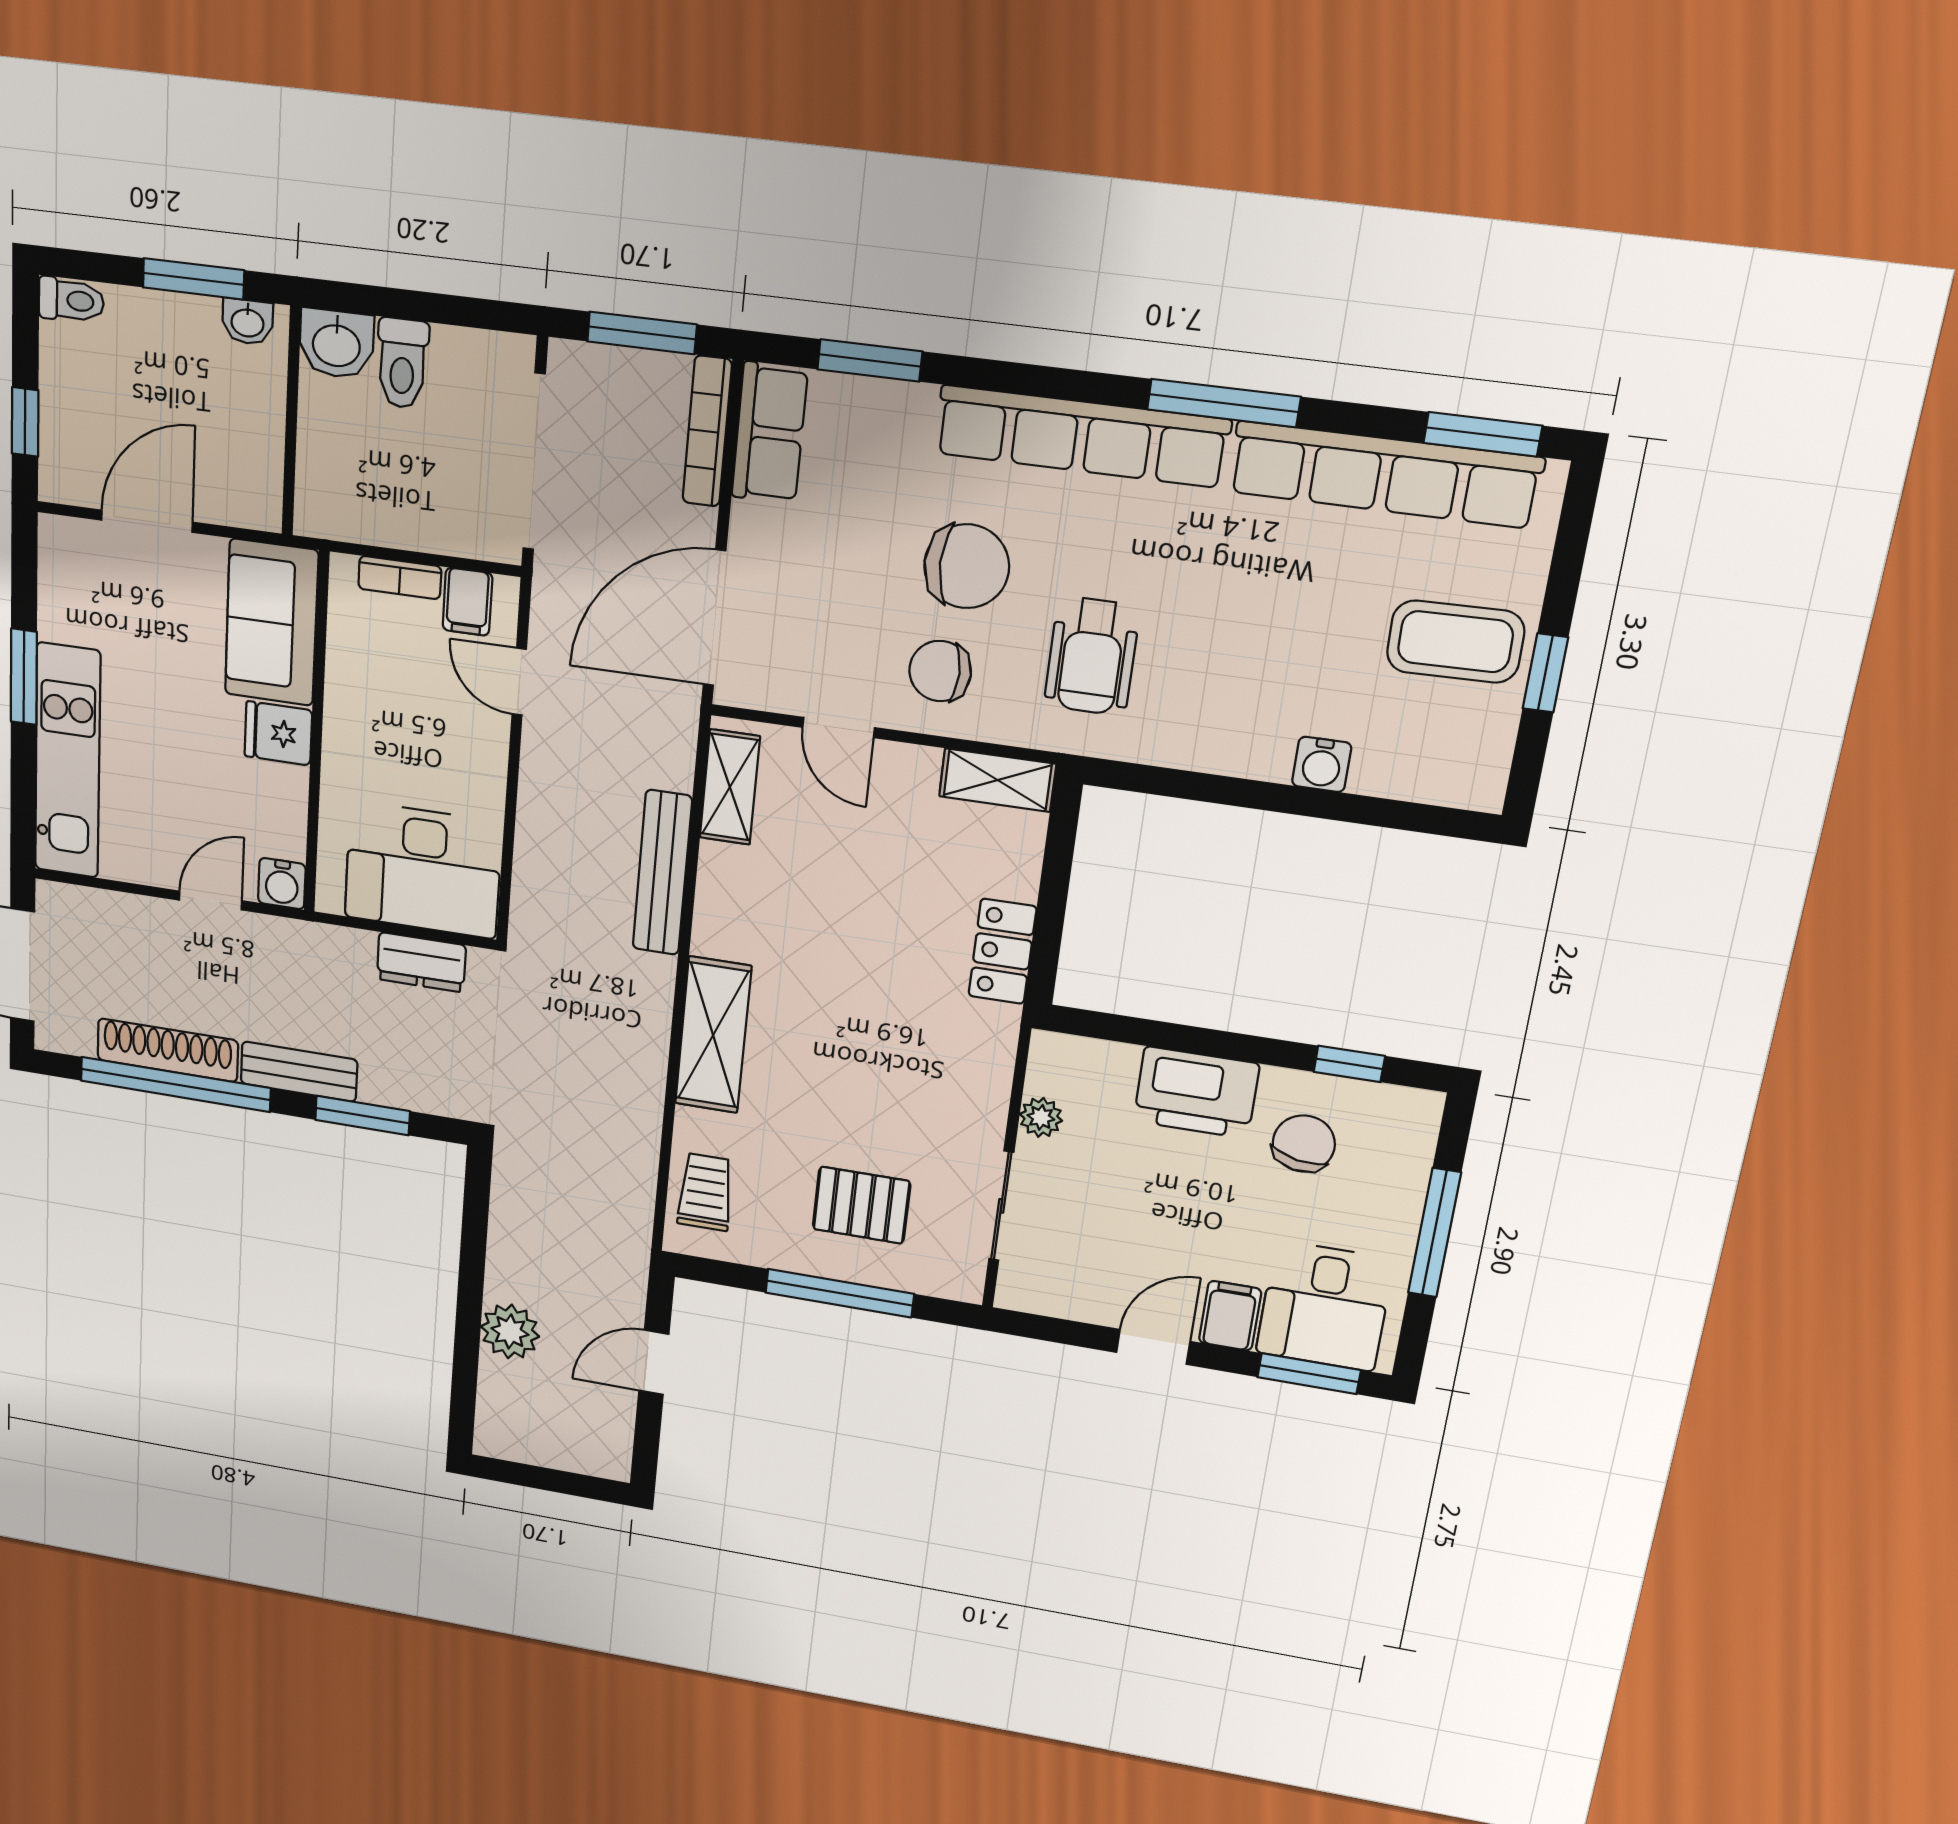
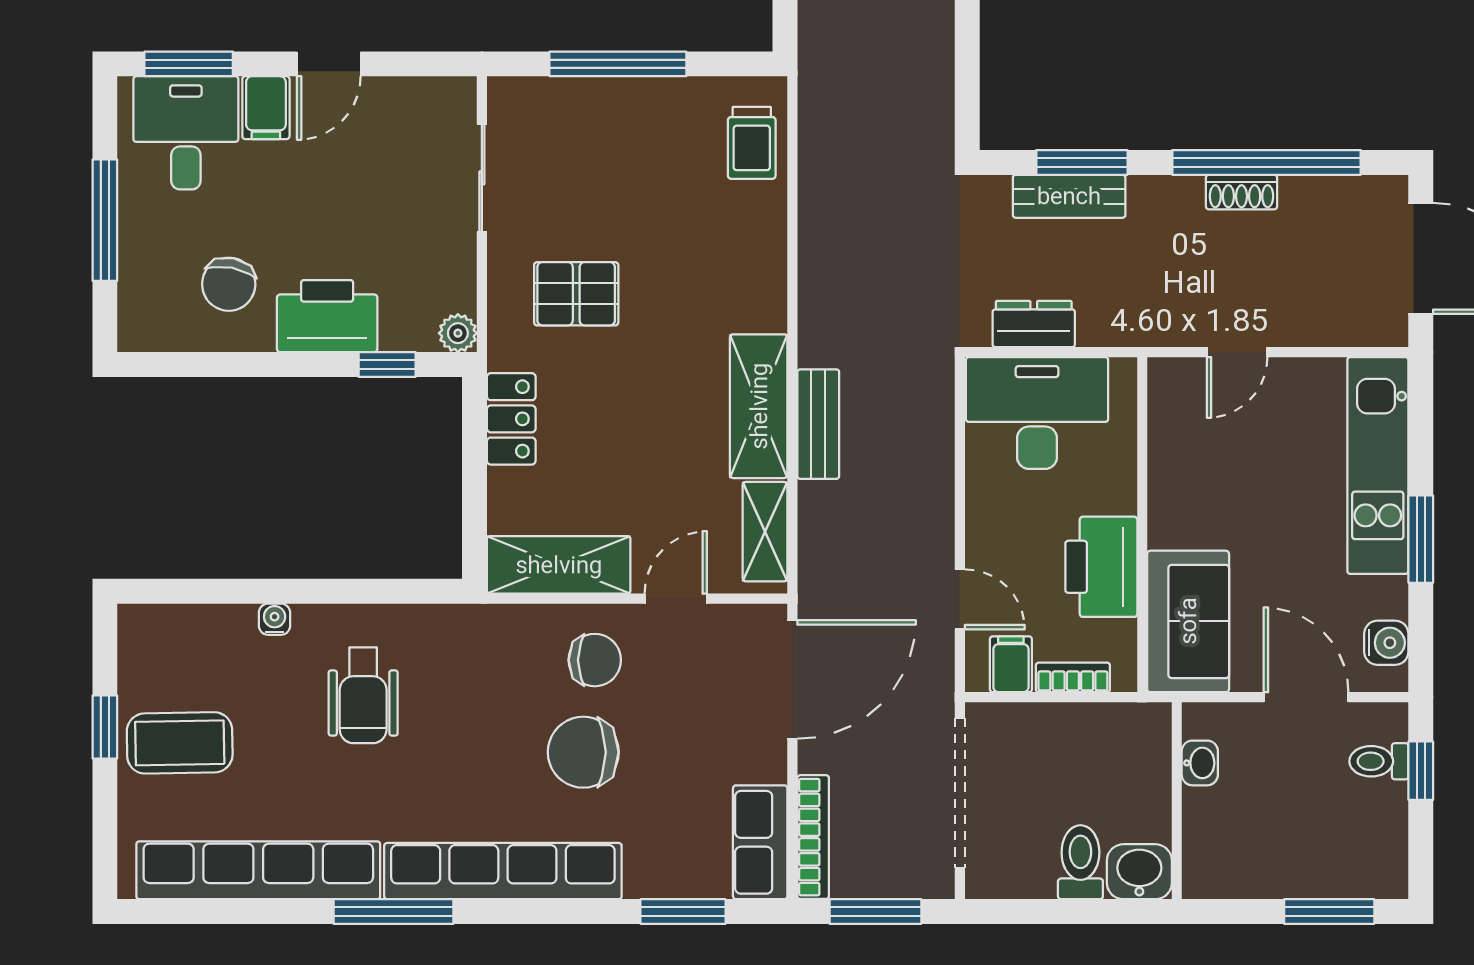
window: (193, 279) -> (1329, 912), moved
toilet: (71, 300) -> (1379, 761), moved
washbasin: (248, 322) -> (1200, 763), moved, turned 90
window: (1483, 434) -> (188, 912), removed
door: (147, 521) -> (1306, 697), swing flipped
wheelchair: (1092, 656) -> (363, 695), moved, turned 180
printer: (363, 696) -> (1101, 567), added
door: (839, 728) -> (676, 599), hinge flipped
fridge: (278, 733) -> (1178, 521), removed
water cooler: (1322, 764) -> (275, 619), width x0.72, depth x0.72
shelving: (998, 780) -> (559, 565), width x1.50, depth x1.33
bench: (662, 873) -> (818, 424), width x0.73
water cooler: (282, 884) -> (1386, 643), moved, turned 90
shelving: (713, 1035) -> (759, 406), moved
shoe rack: (168, 1050) -> (1242, 192), width x0.51, depth x0.81
window: (1349, 1064) -> (387, 364), moved
bench: (299, 1072) -> (1069, 196), moved
plant: (1041, 1117) -> (458, 333), moved
pallet: (861, 1205) -> (576, 294), moved

